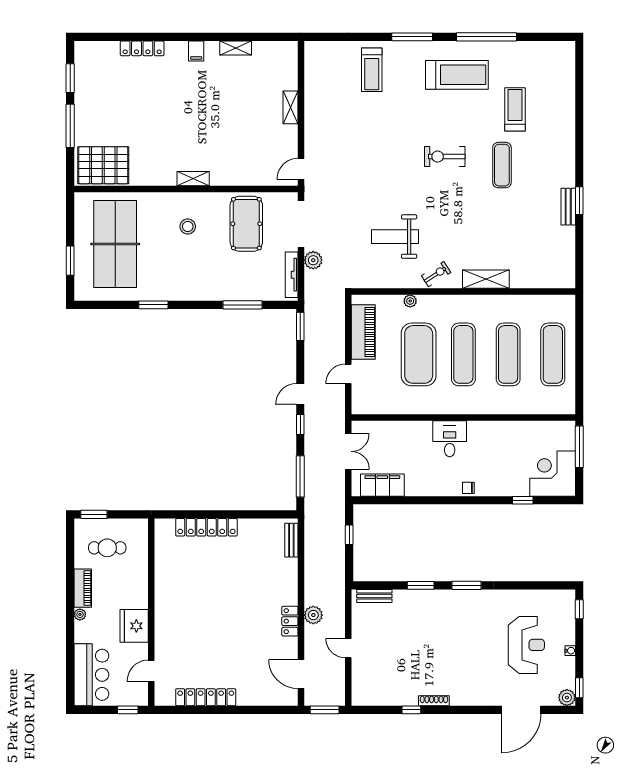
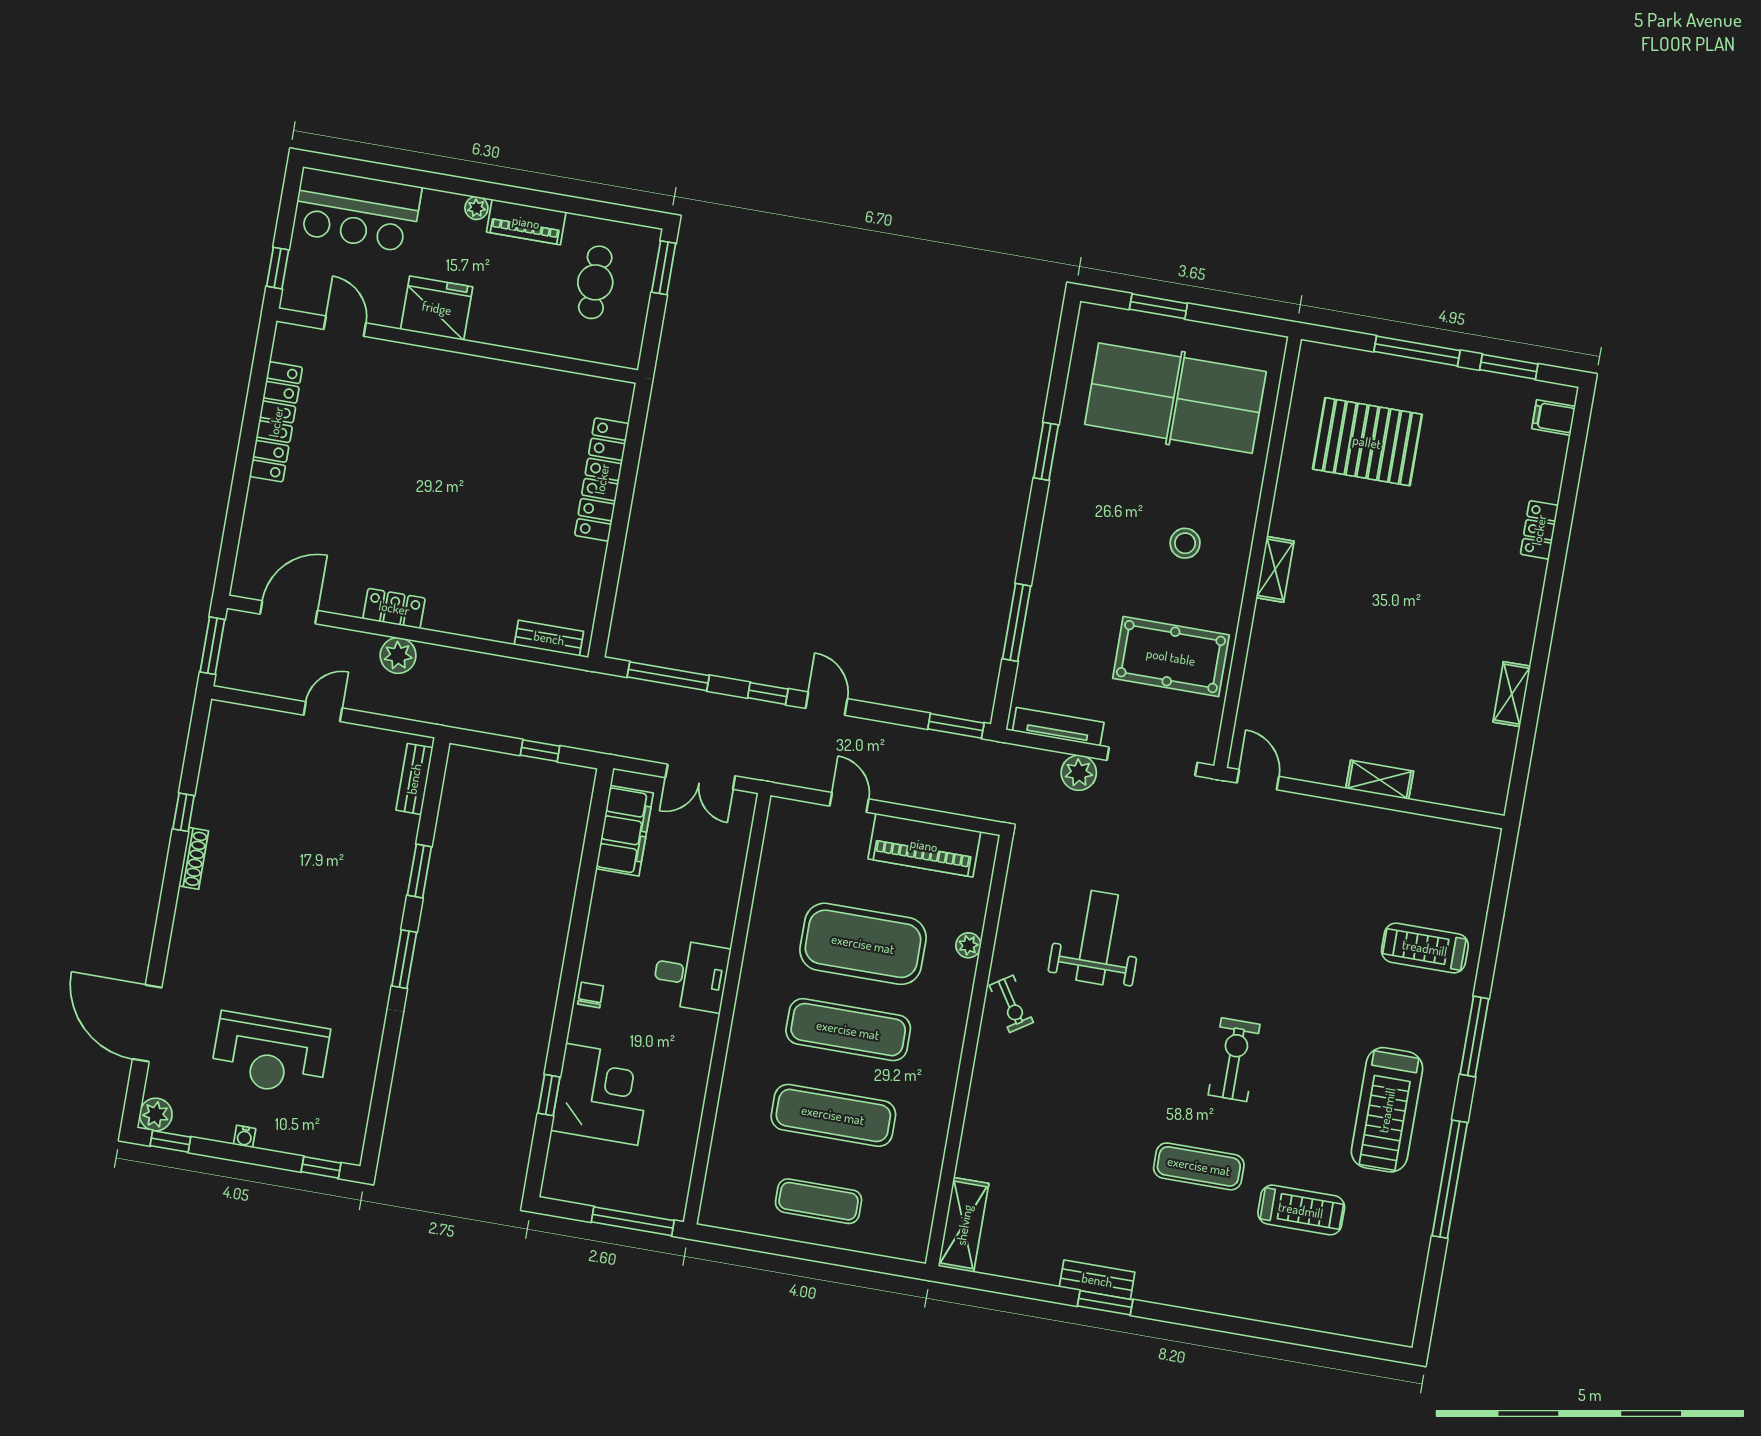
locker: (142, 48) -> (1539, 530), width x0.66
filing cabinet: (196, 51) -> (1554, 417), moved
pallet: (103, 165) -> (1367, 442), moved, turned 90
shelving: (486, 279) -> (964, 1225), moved
exercise mat: (553, 354) -> (819, 1201), width x0.73, depth x0.69
corner desk: (553, 474) -> (602, 1094), moved

